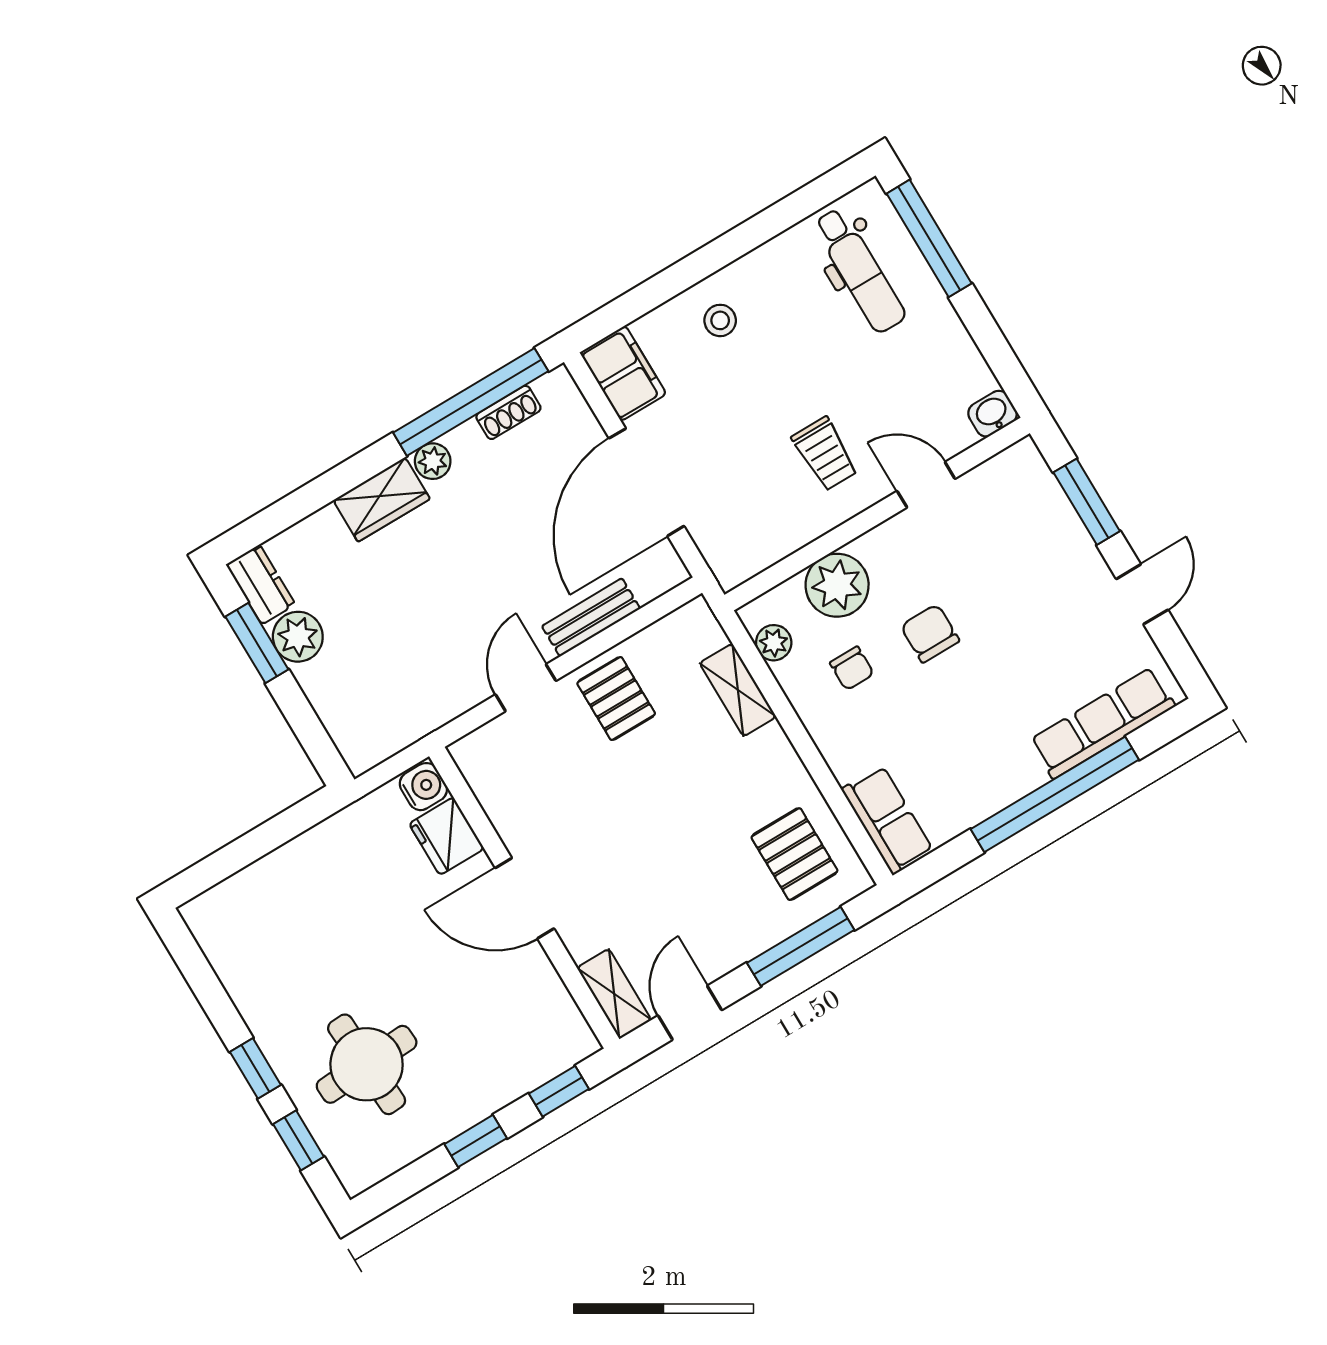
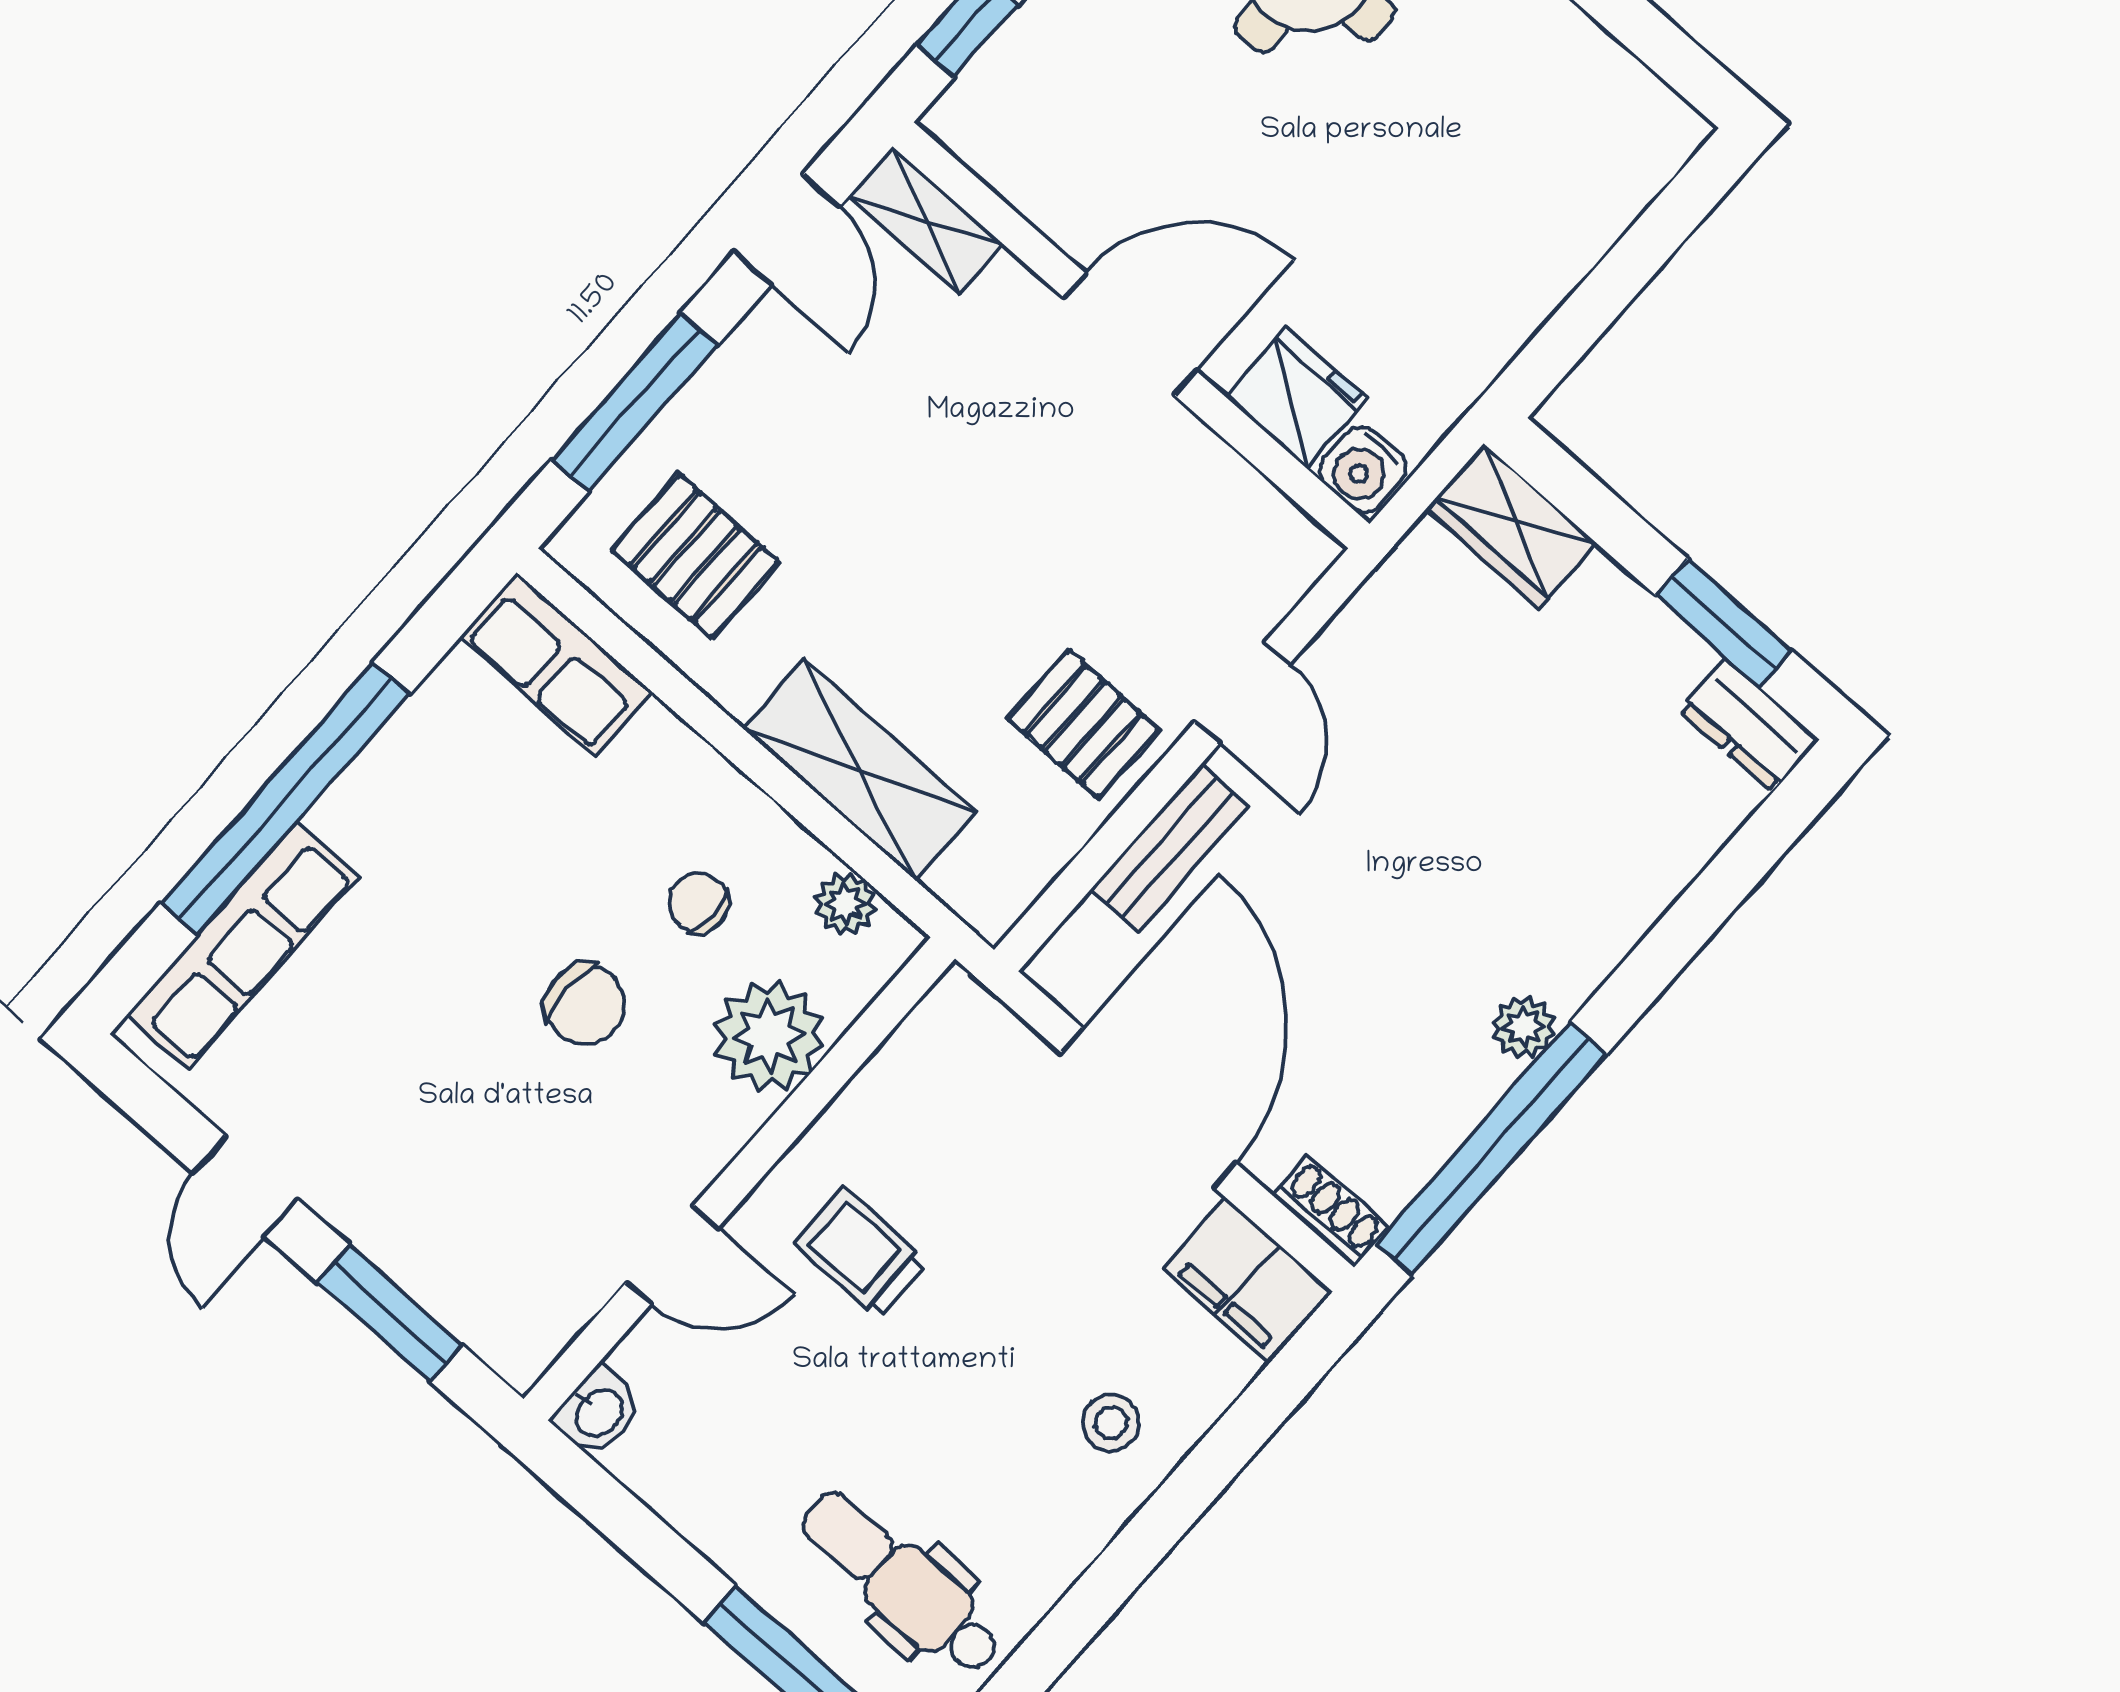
shoe rack: (508, 412) -> (1331, 1211), moved, turned 90
wardrobe: (382, 500) -> (1511, 526), moved, turned -90
plant: (298, 637) -> (1657, 656), removed
shelving: (738, 690) -> (859, 770), width x1.50, depth x1.33

